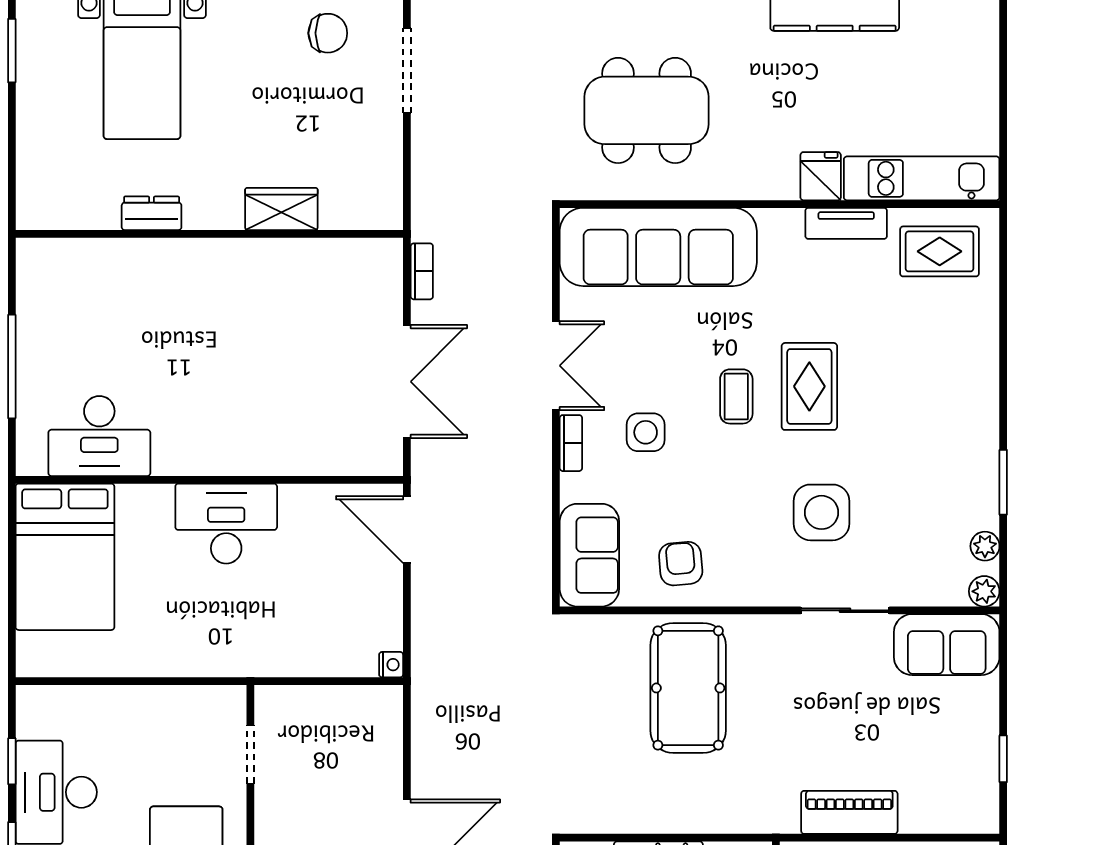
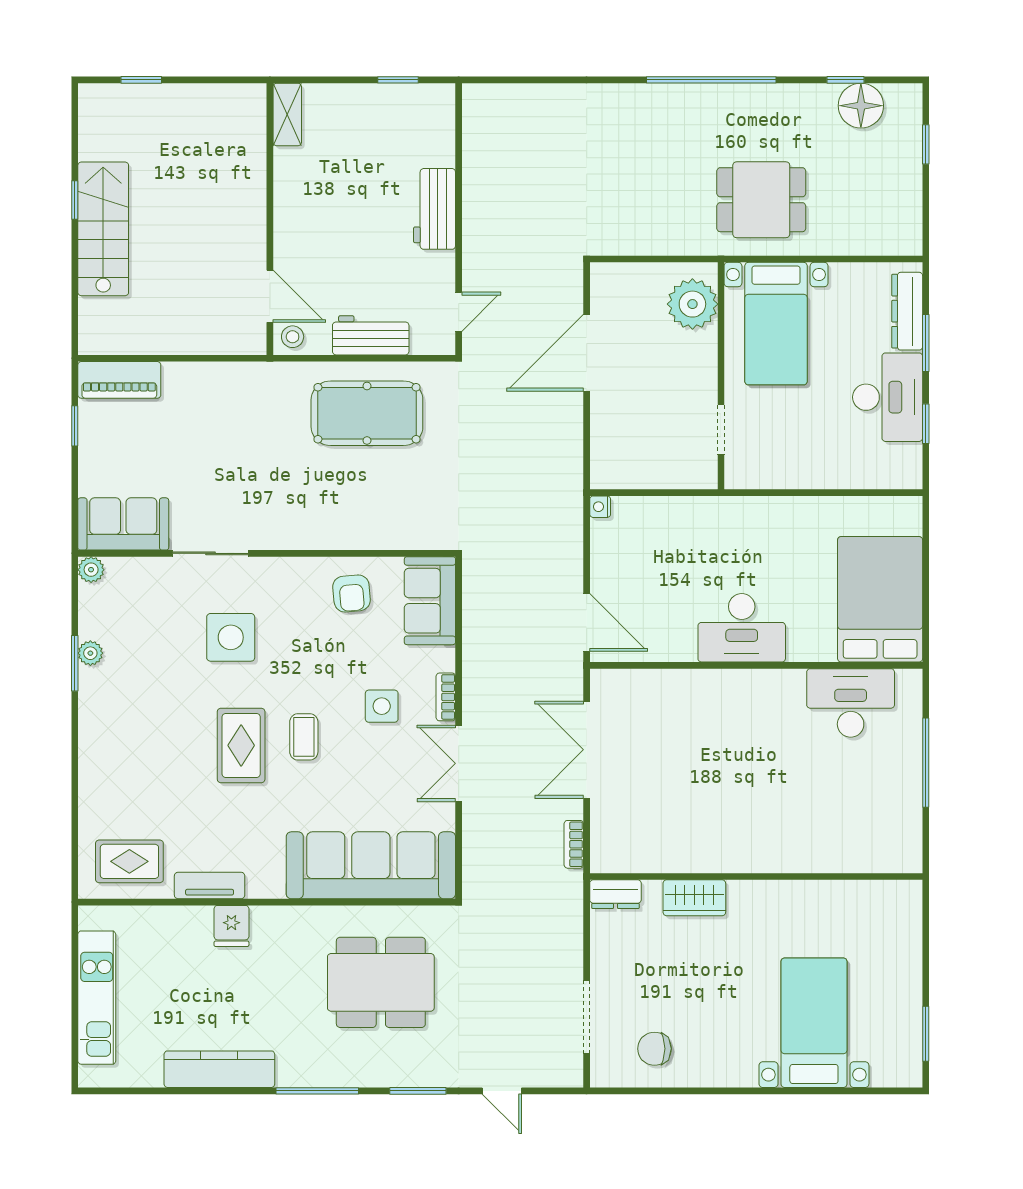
kitchen unit: (922, 178) -> (97, 998), moved, turned -90
dresser: (152, 213) -> (615, 894), moved
plant: (985, 546) -> (90, 653), moved
pool table: (688, 688) -> (367, 413), moved, turned 90
piano: (849, 812) -> (119, 380), moved

